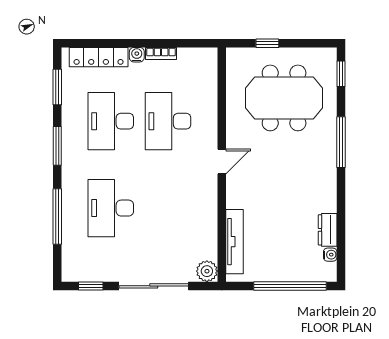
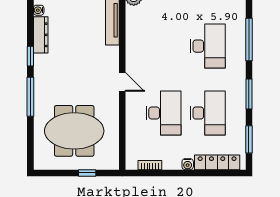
bookcase: (161, 54) -> (150, 165), moved
window: (341, 74) -> (30, 56), moved
door: (222, 162) -> (122, 82), swing flipped
dresser: (328, 230) -> (41, 35), width x1.44

